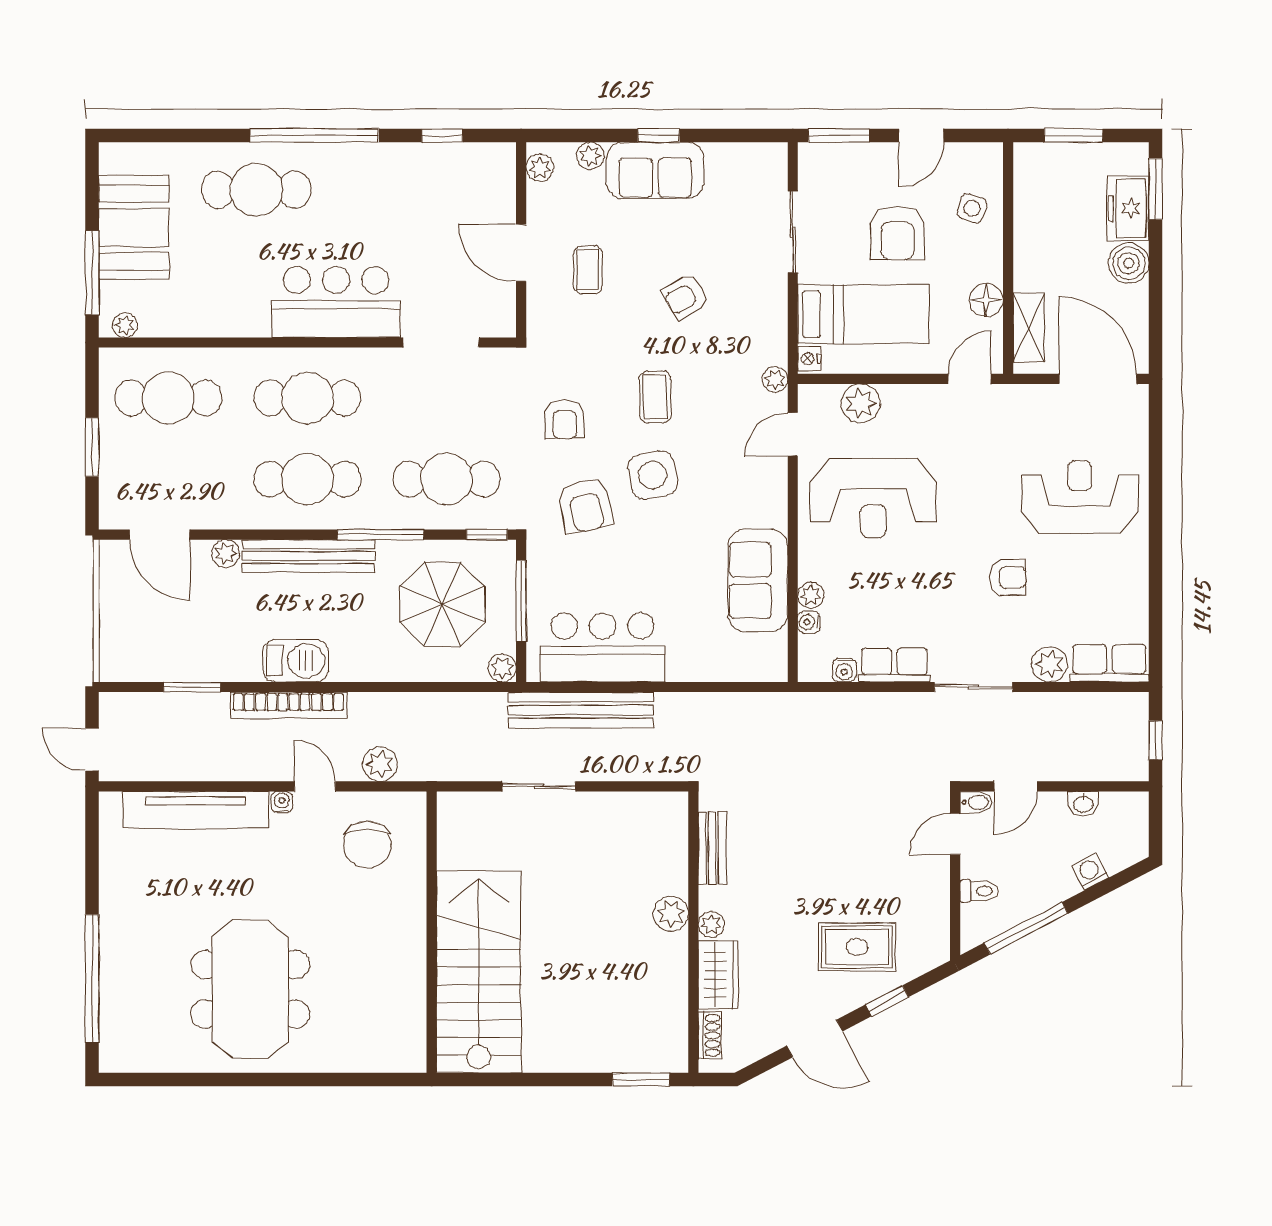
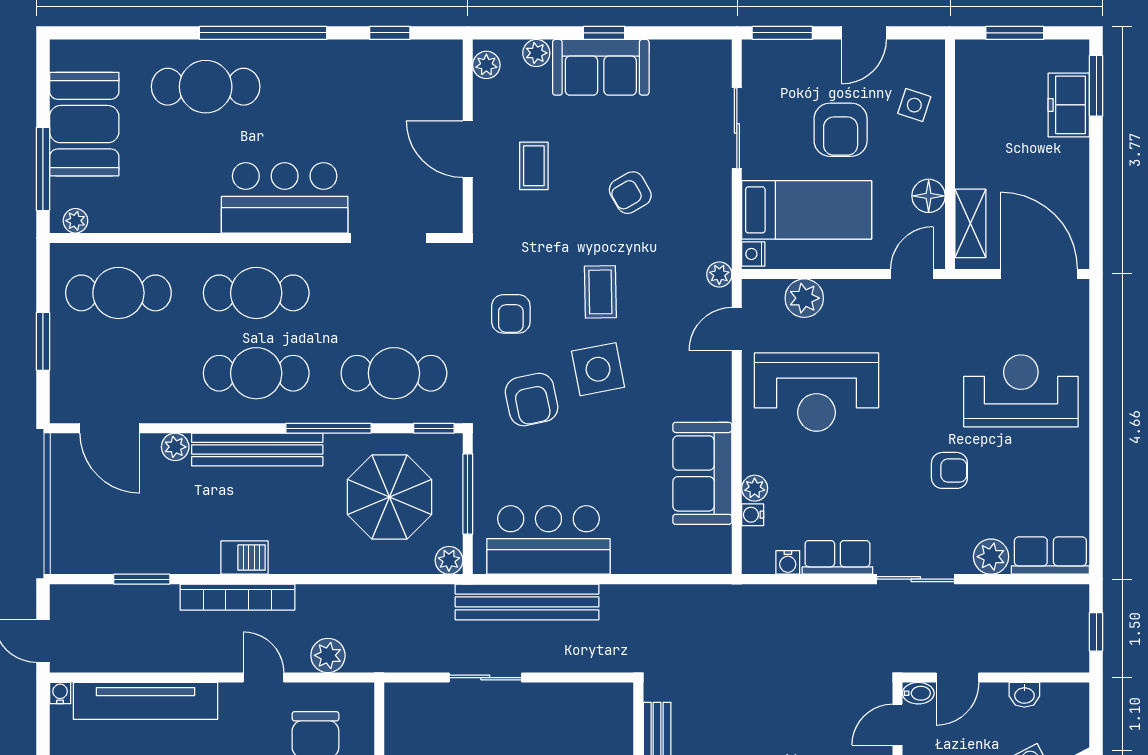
boiler: (1129, 263) -> (1069, 159), removed
barbecue: (296, 661) -> (244, 557), width x0.73, depth x0.79
water cooler: (282, 802) -> (60, 693), moved

